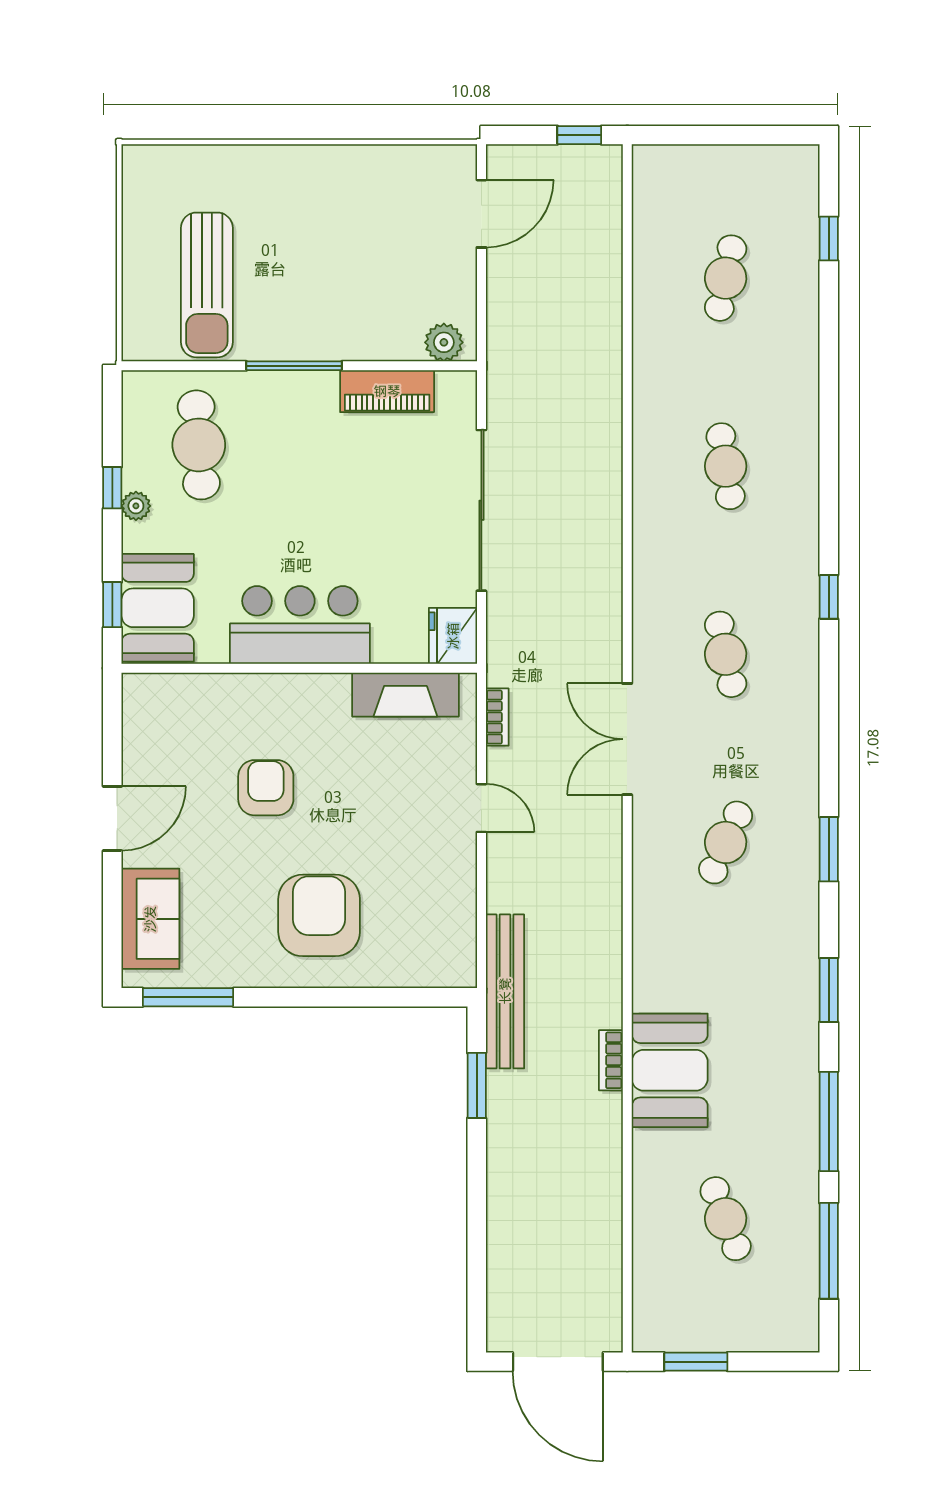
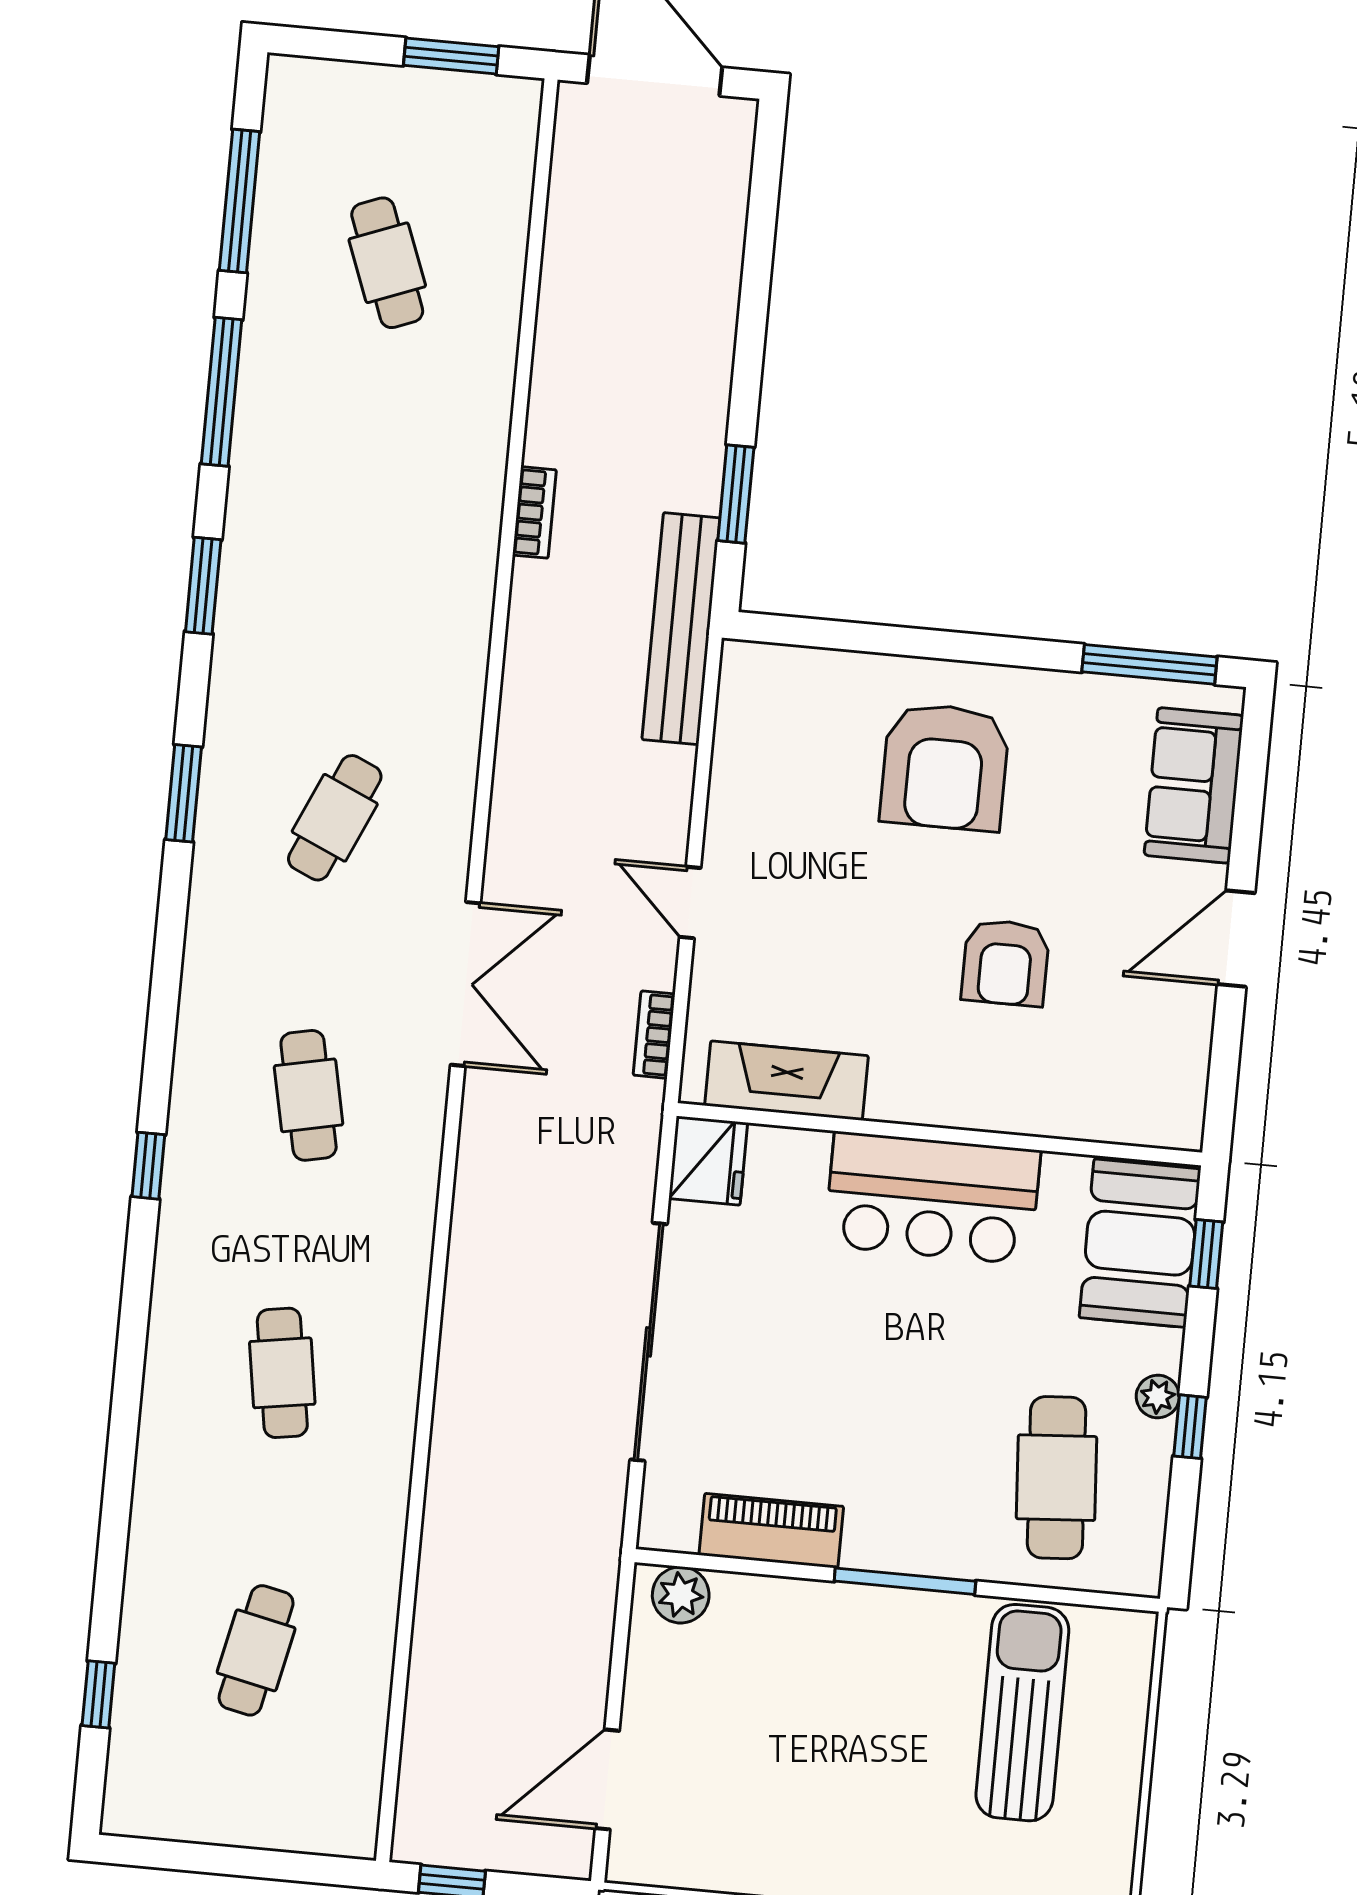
booth: (670, 1070) -> (449, 490), removed

